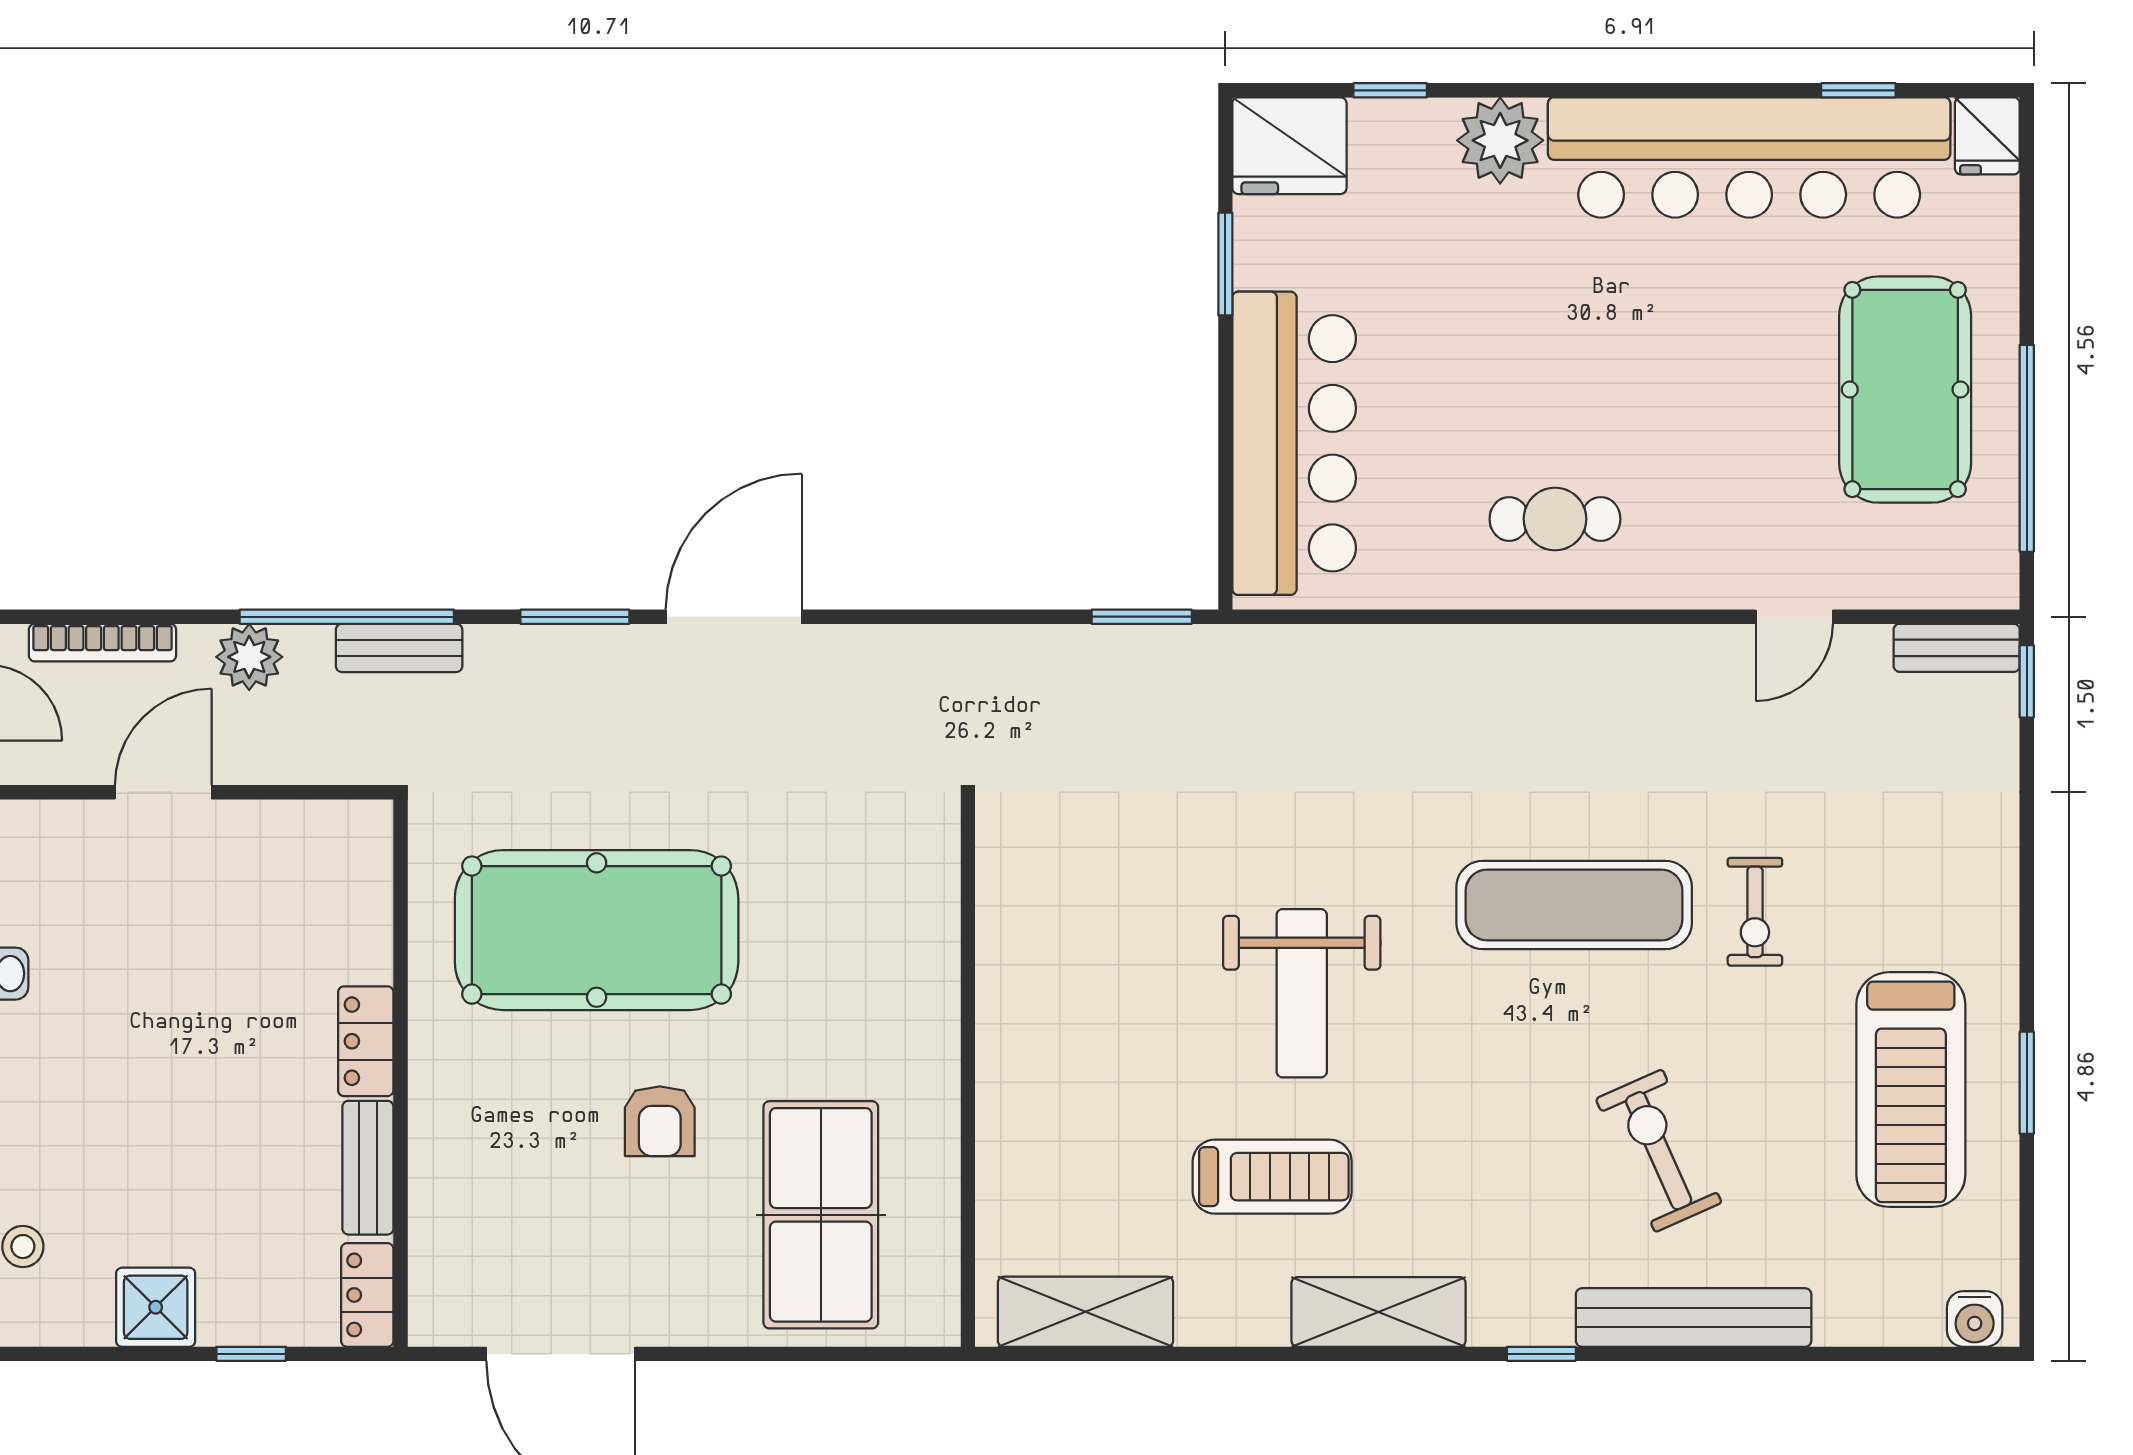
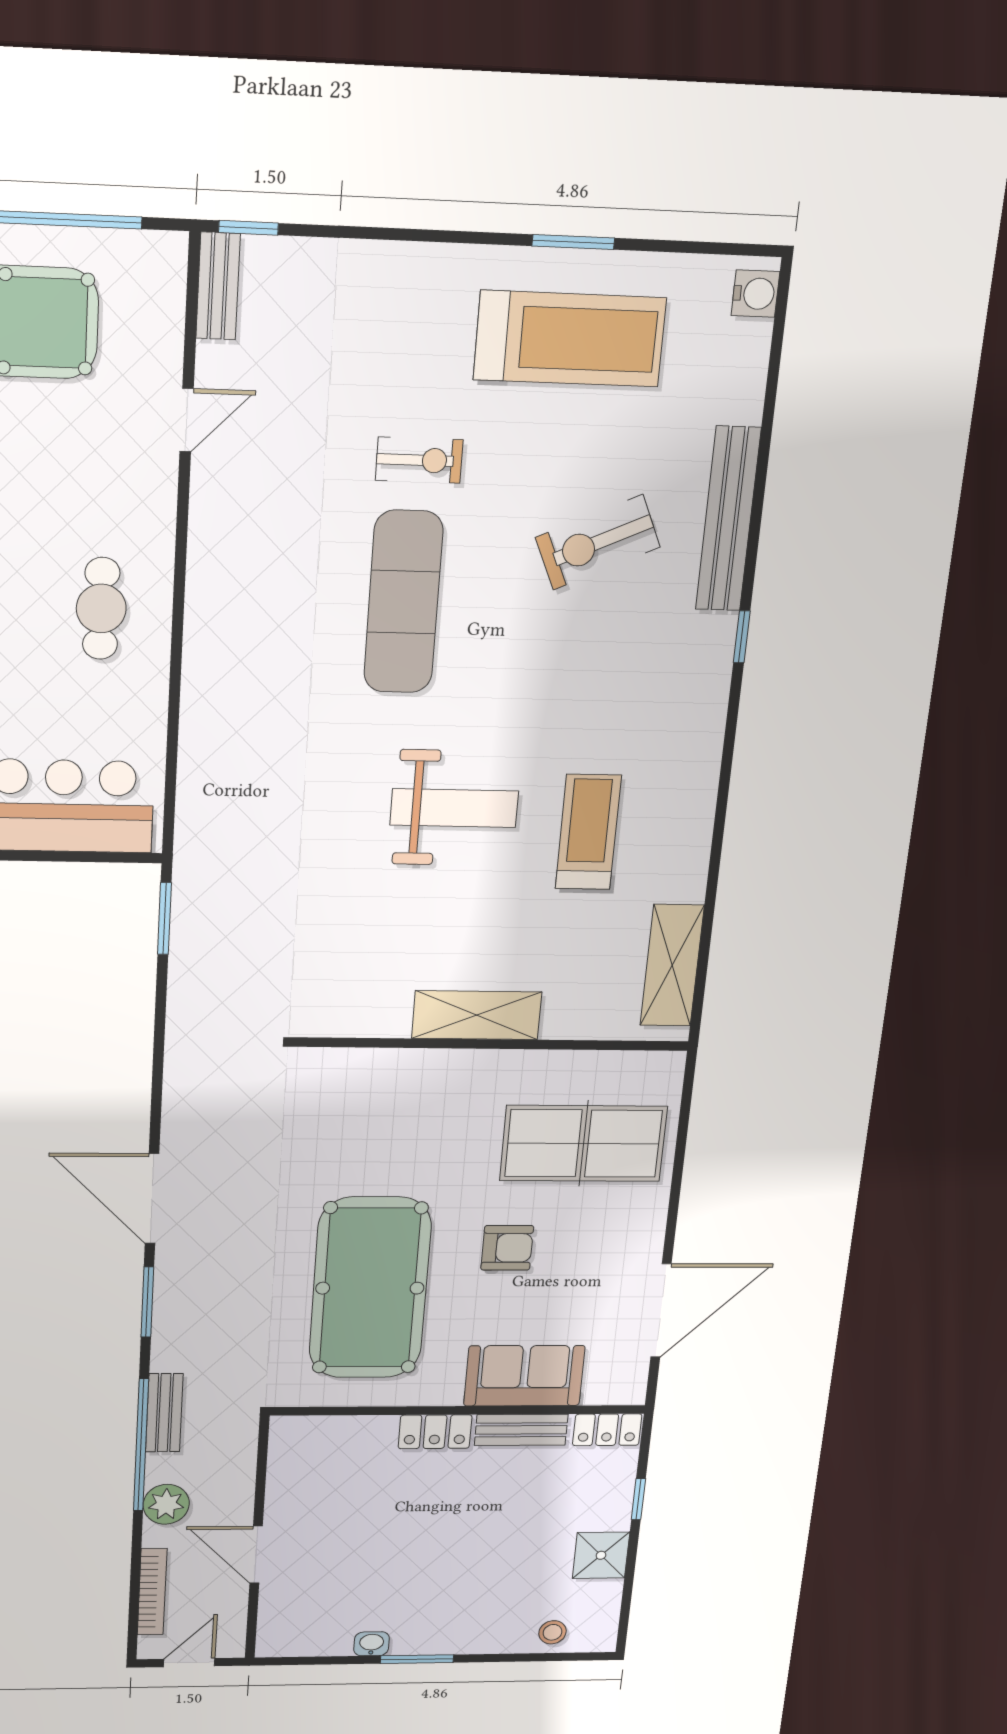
door: (1794, 617) -> (187, 420), hinge flipped
sofa: (456, 1164) -> (524, 1376), added
shelving: (1379, 1312) -> (477, 1015), moved, turned 90

